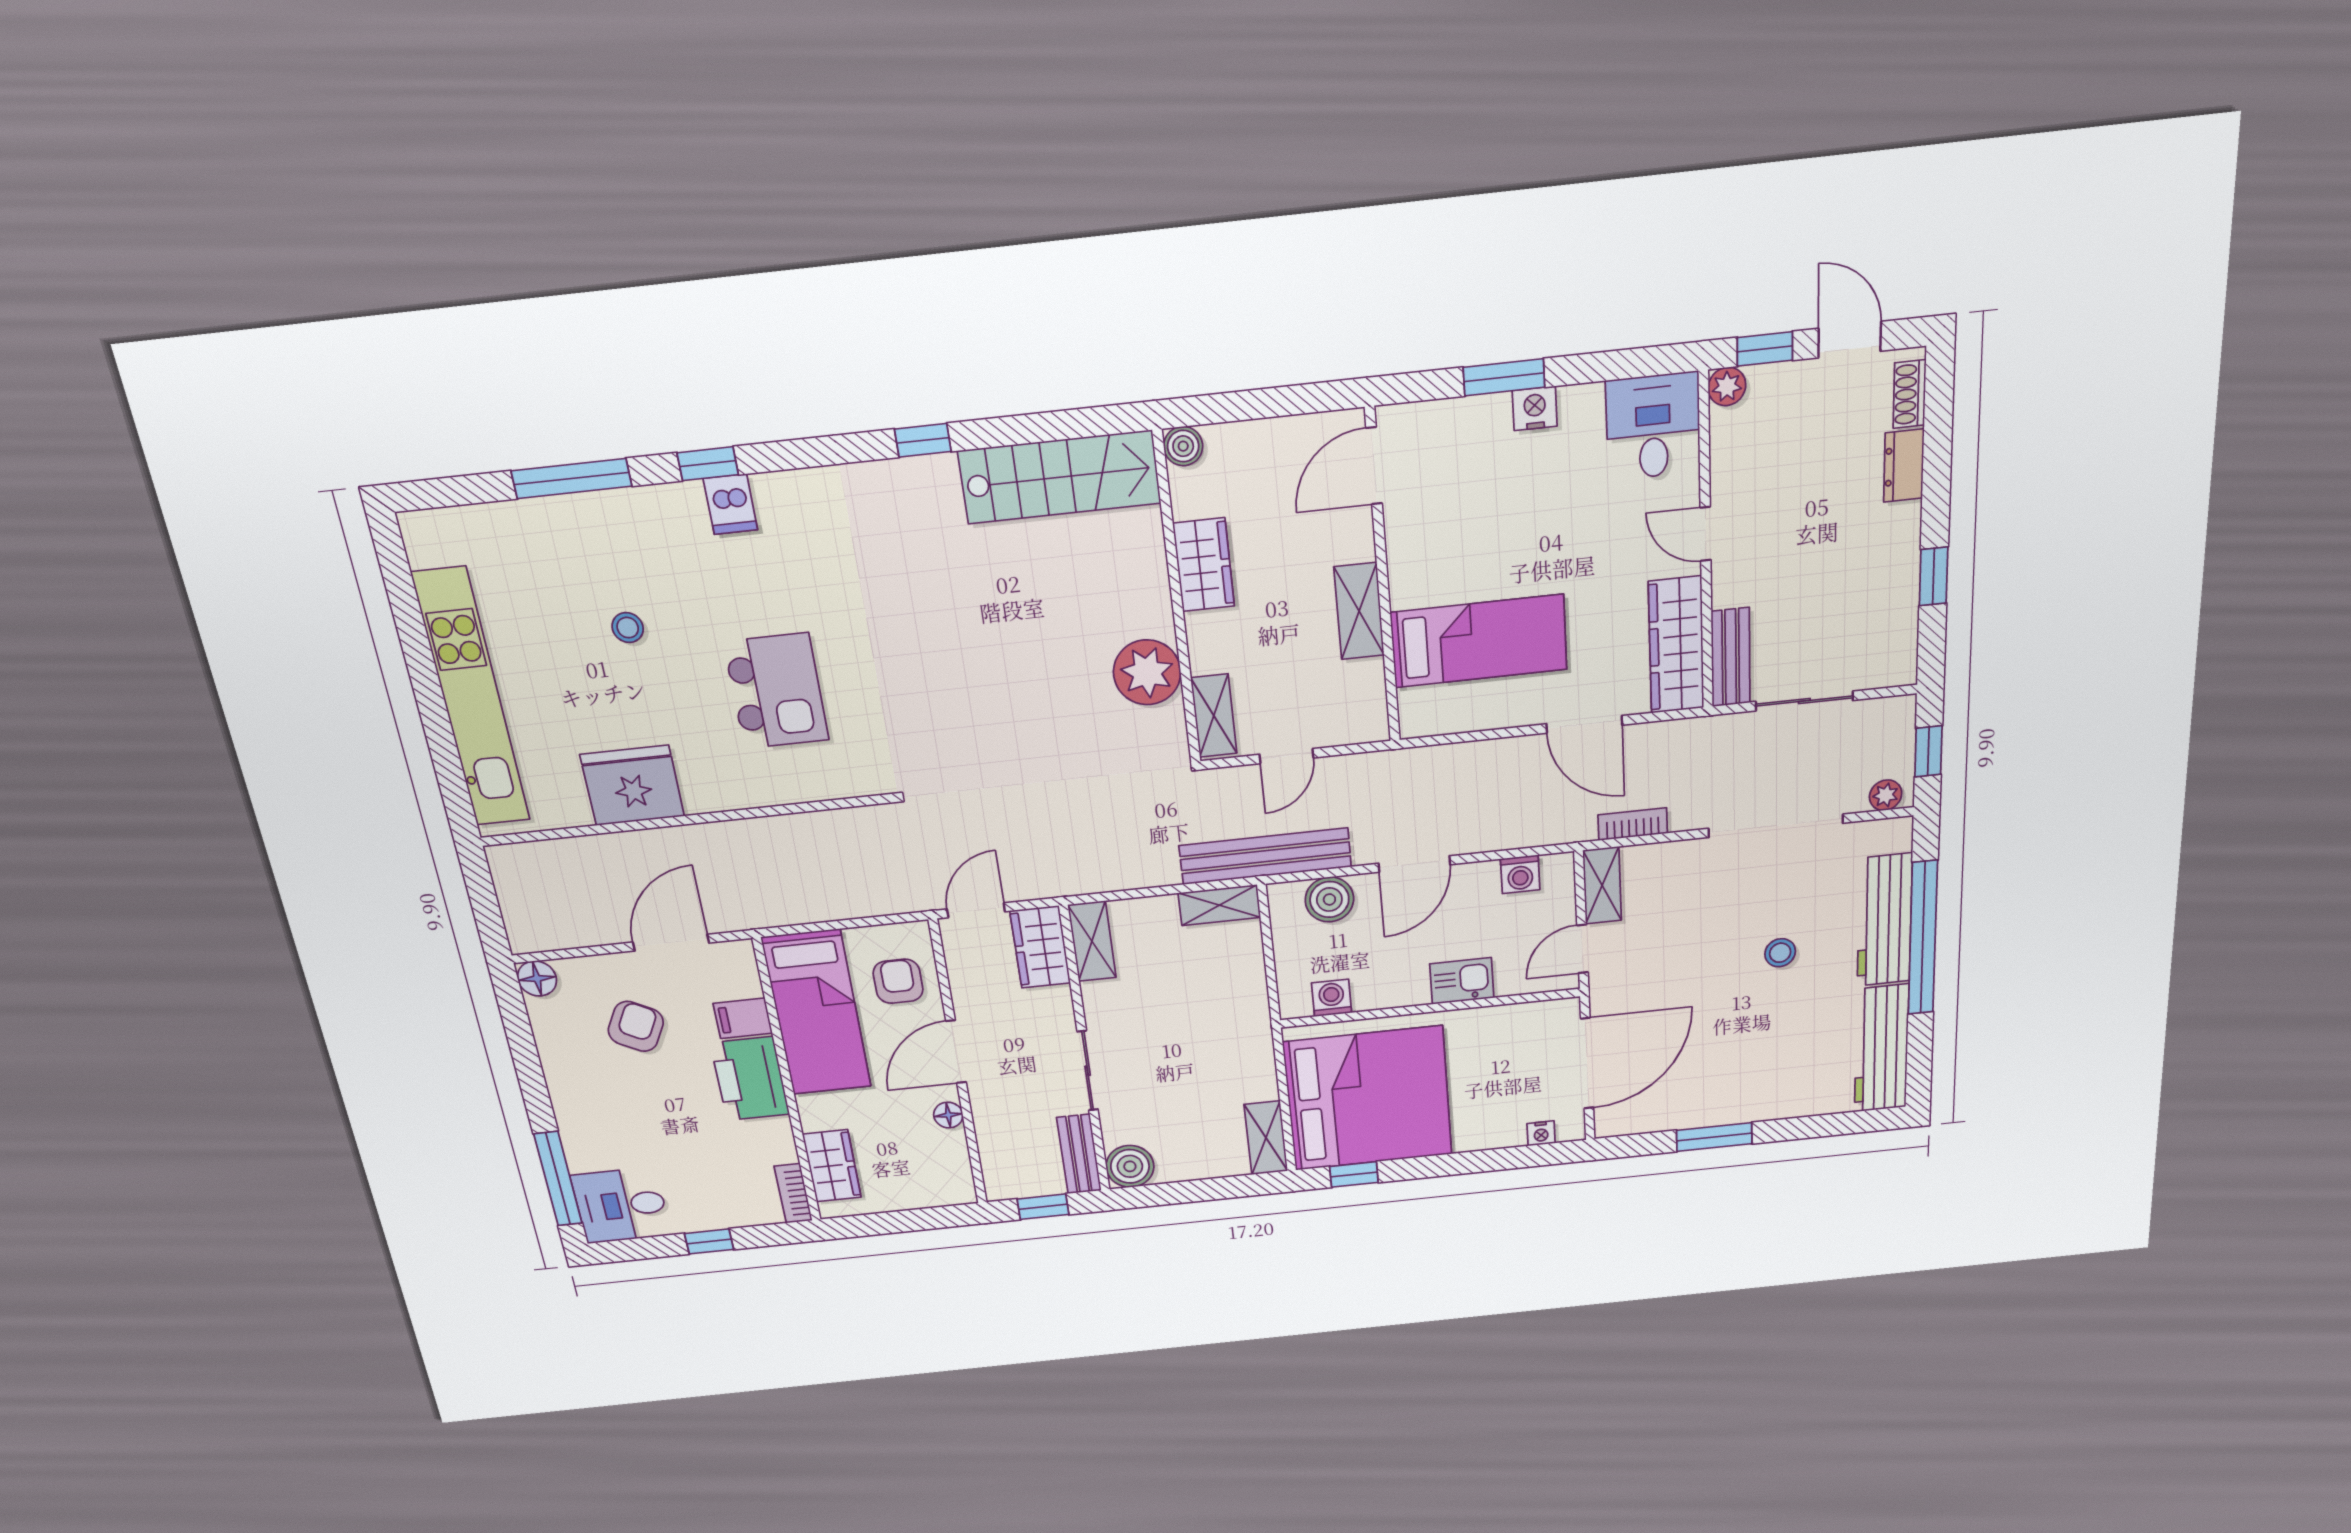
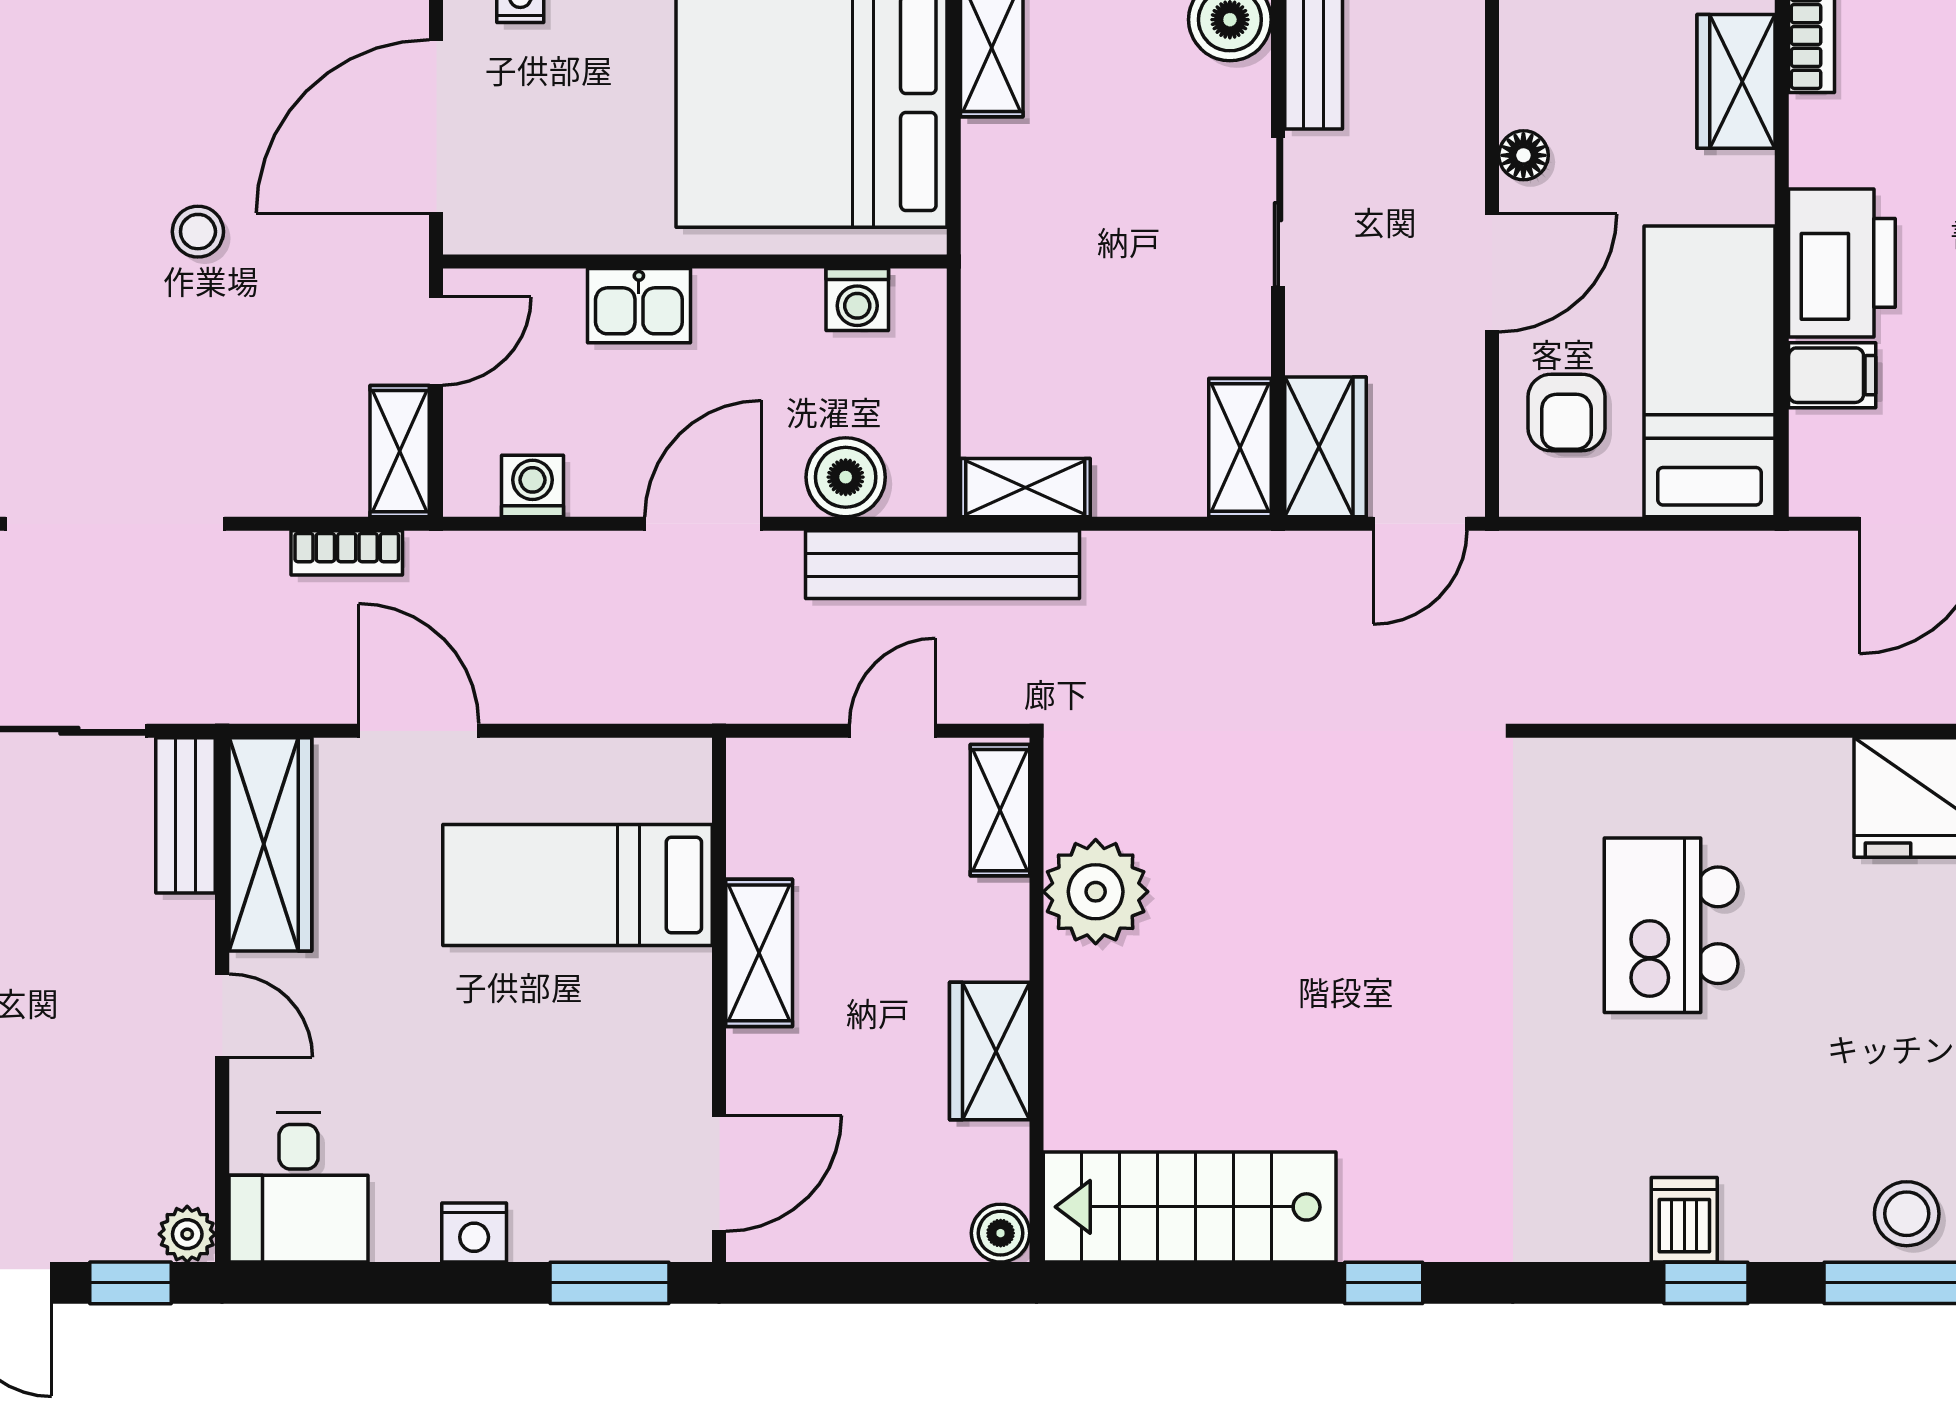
window: (1504, 377) -> (610, 1283), moved
stool: (628, 628) -> (1907, 1214), moved, width x1.37, depth x1.37
stool: (1780, 953) -> (198, 232), moved

